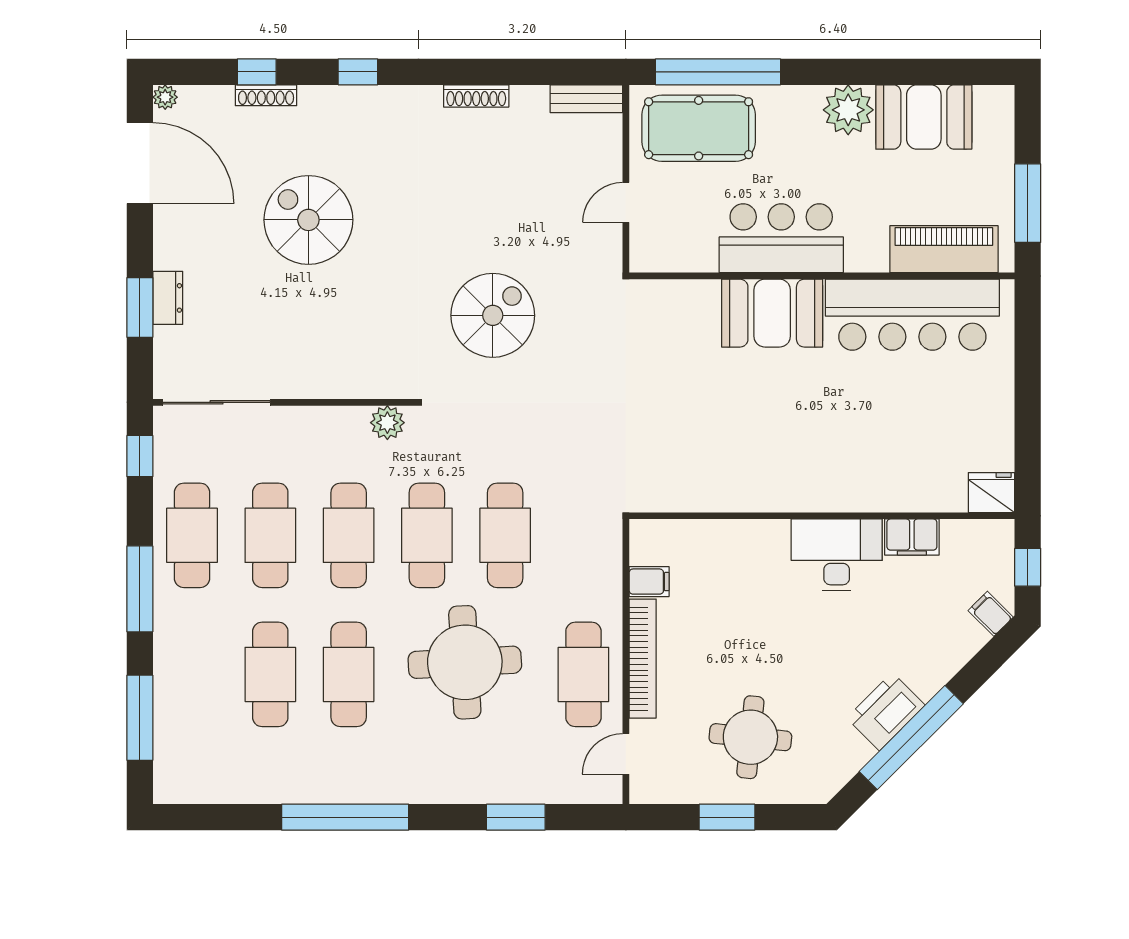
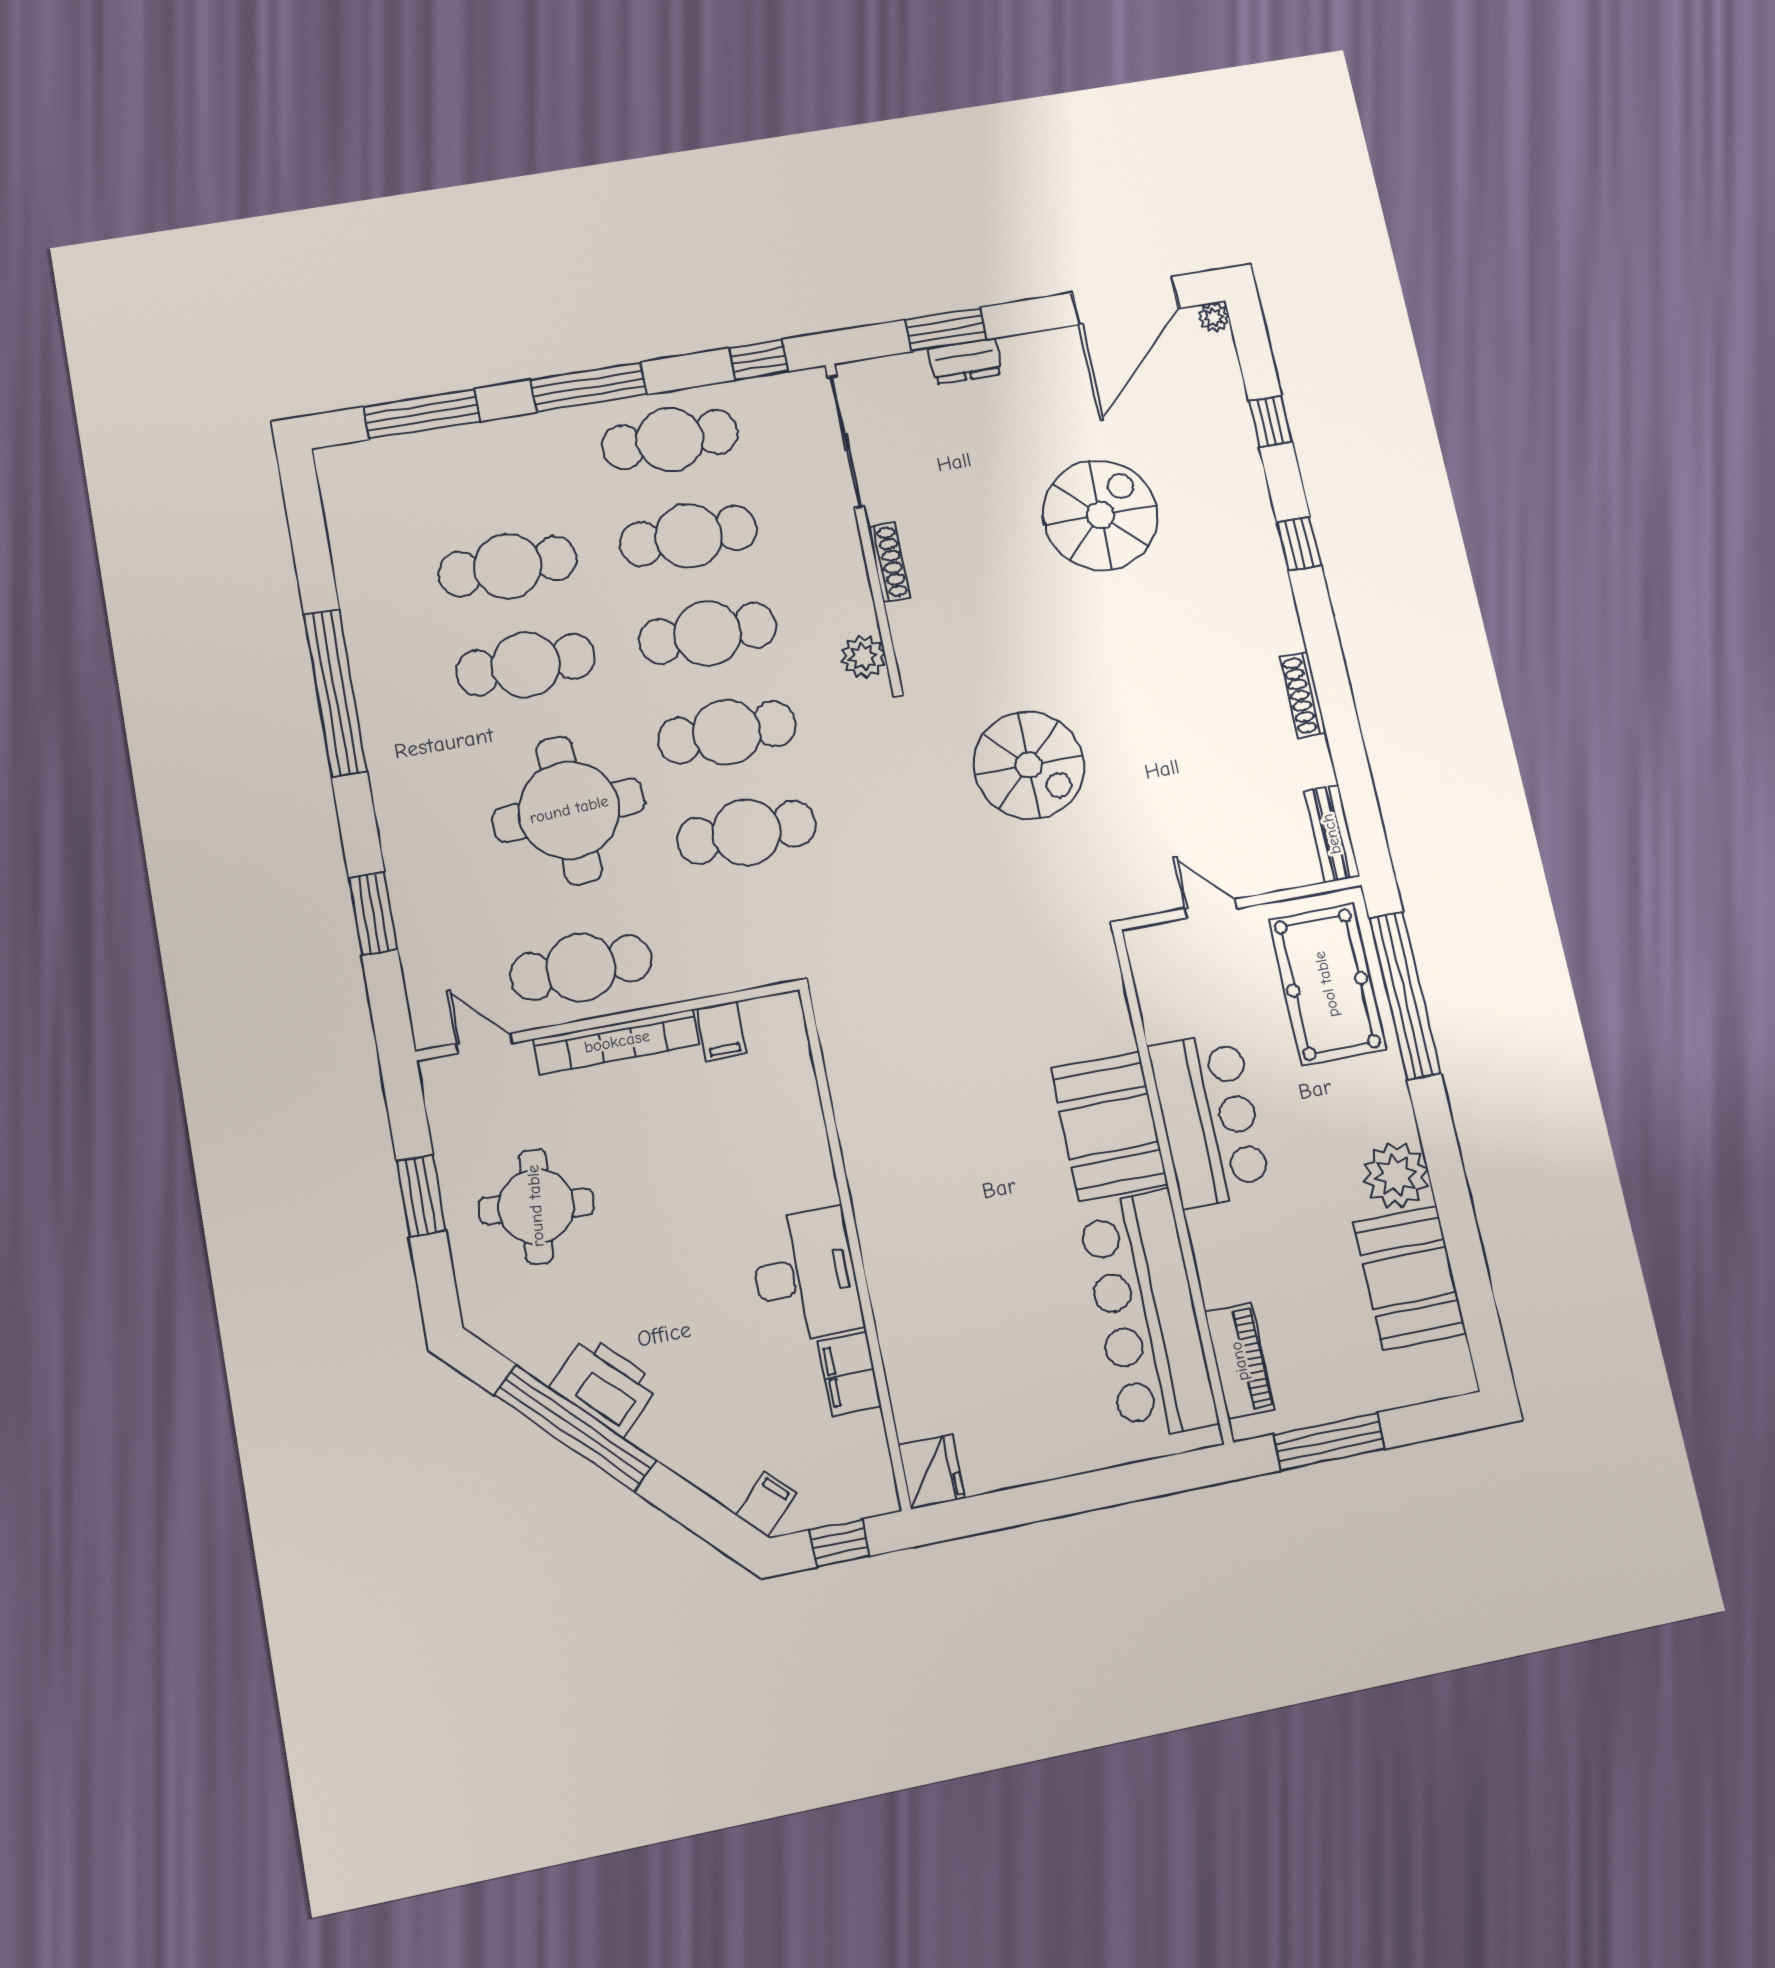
shoe rack: (266, 95) -> (889, 562), moved, turned 180
piano: (944, 249) -> (1240, 1361), width x0.73, depth x0.75

